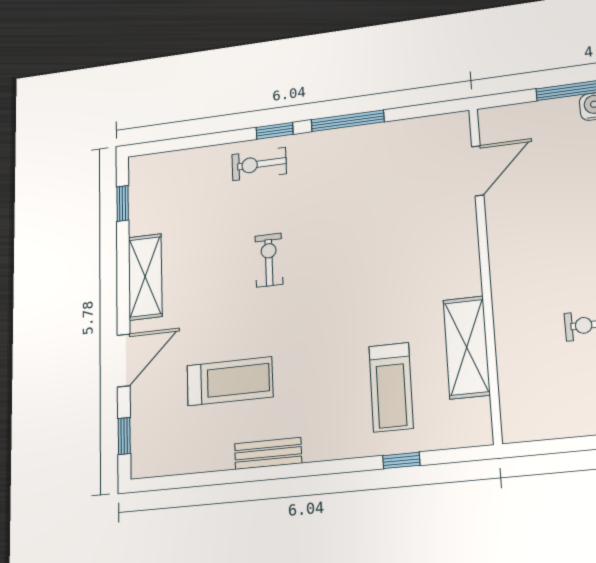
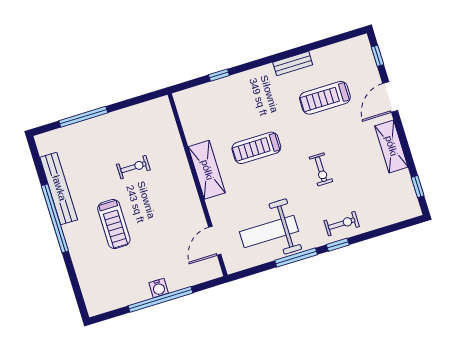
weight bench: (382, 171) -> (269, 232), added
shelving: (467, 347) -> (207, 170), moved
treadmill: (391, 387) -> (256, 148), moved, turned -90

